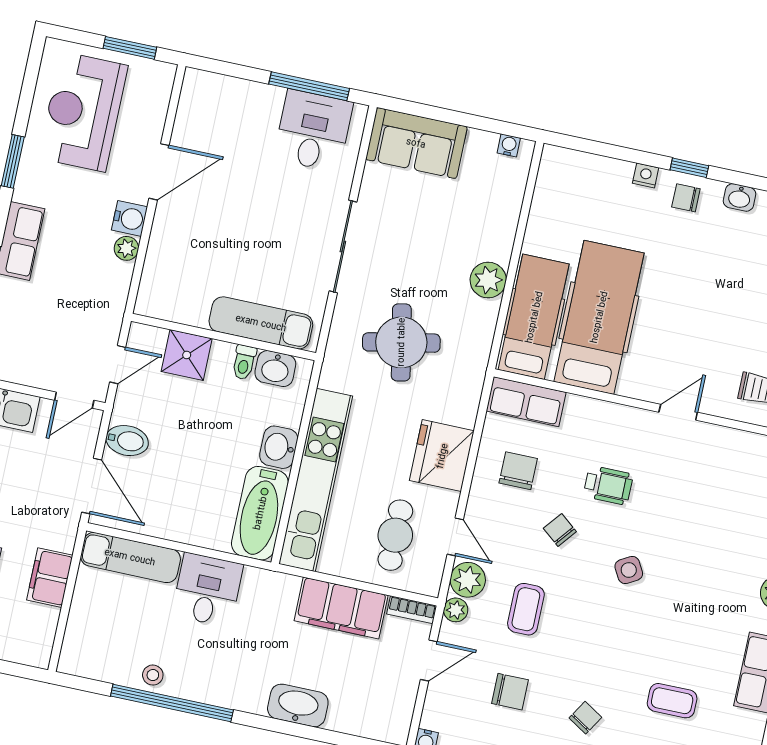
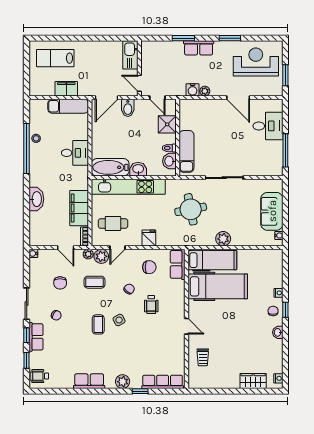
desk: (313, 131) -> (268, 126), moved
sofa: (416, 143) -> (272, 211), moved
water cooler: (130, 218) -> (193, 90), moved
fridge: (442, 456) -> (149, 238), width x0.53, depth x0.75
exam couch: (130, 557) -> (68, 106), moved, turned -90
coffee table: (672, 701) -> (98, 324), moved

